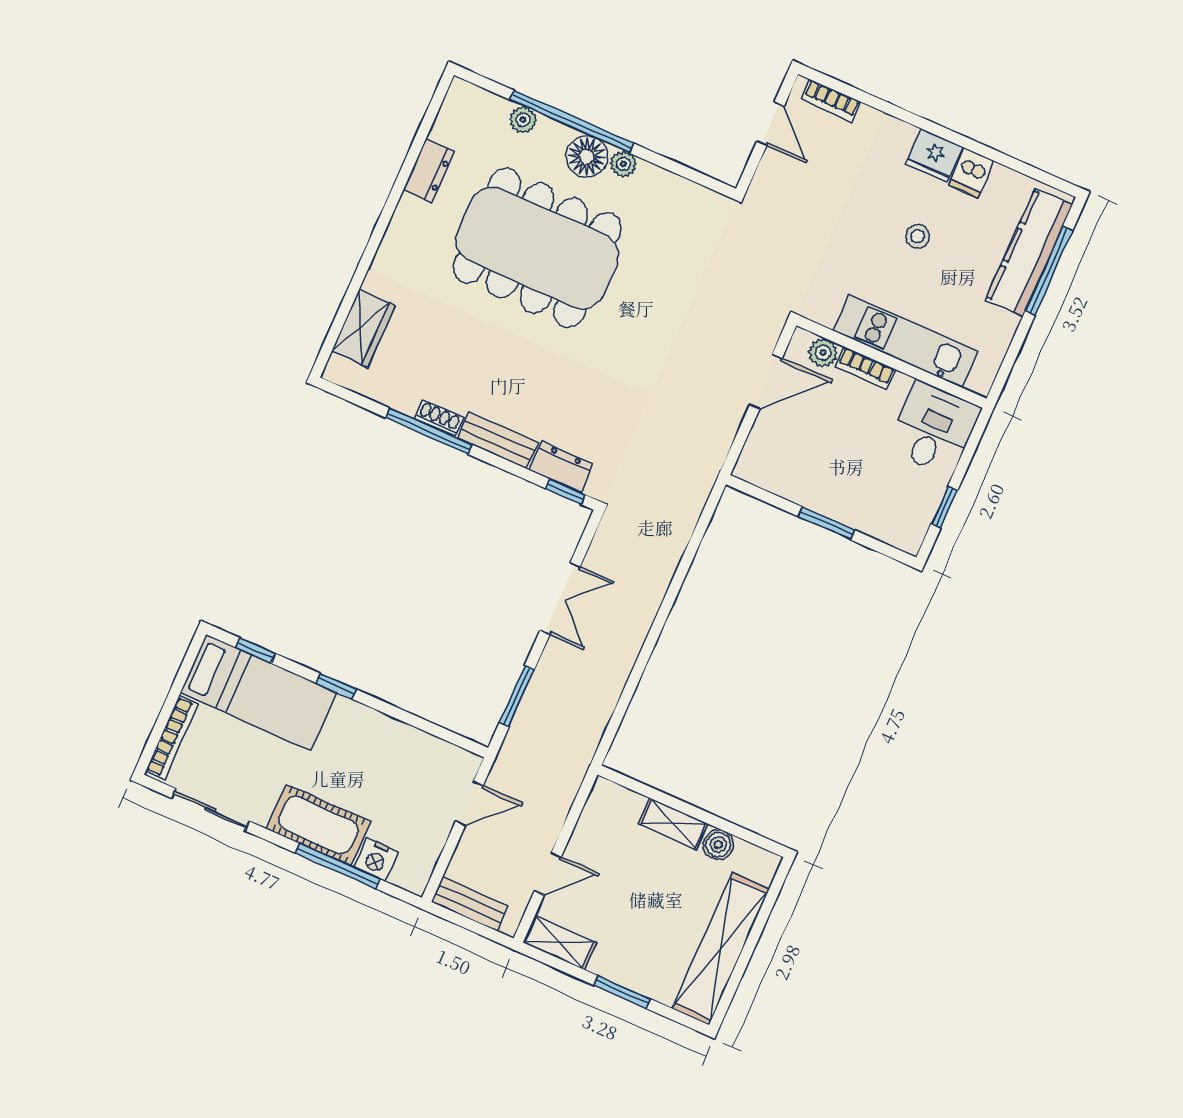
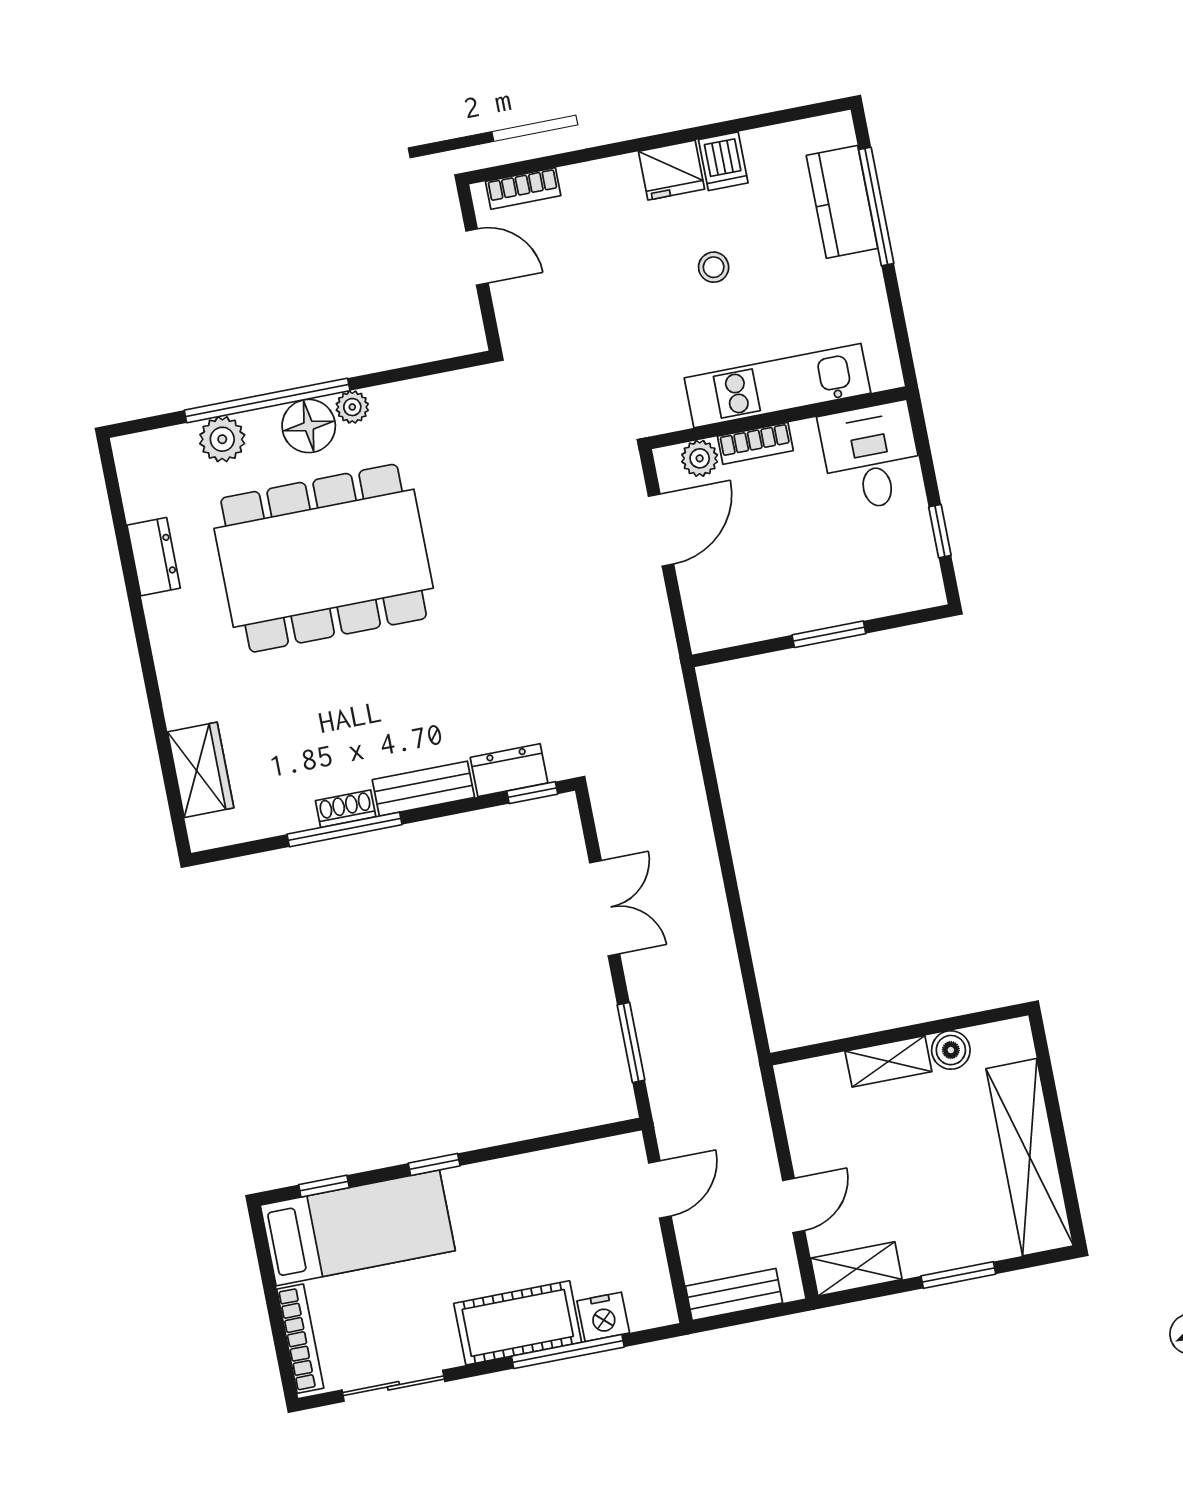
plant: (523, 120) -> (222, 439), width x1.38, depth x1.38
kitchen counter: (1029, 252) -> (842, 202), width x0.67

